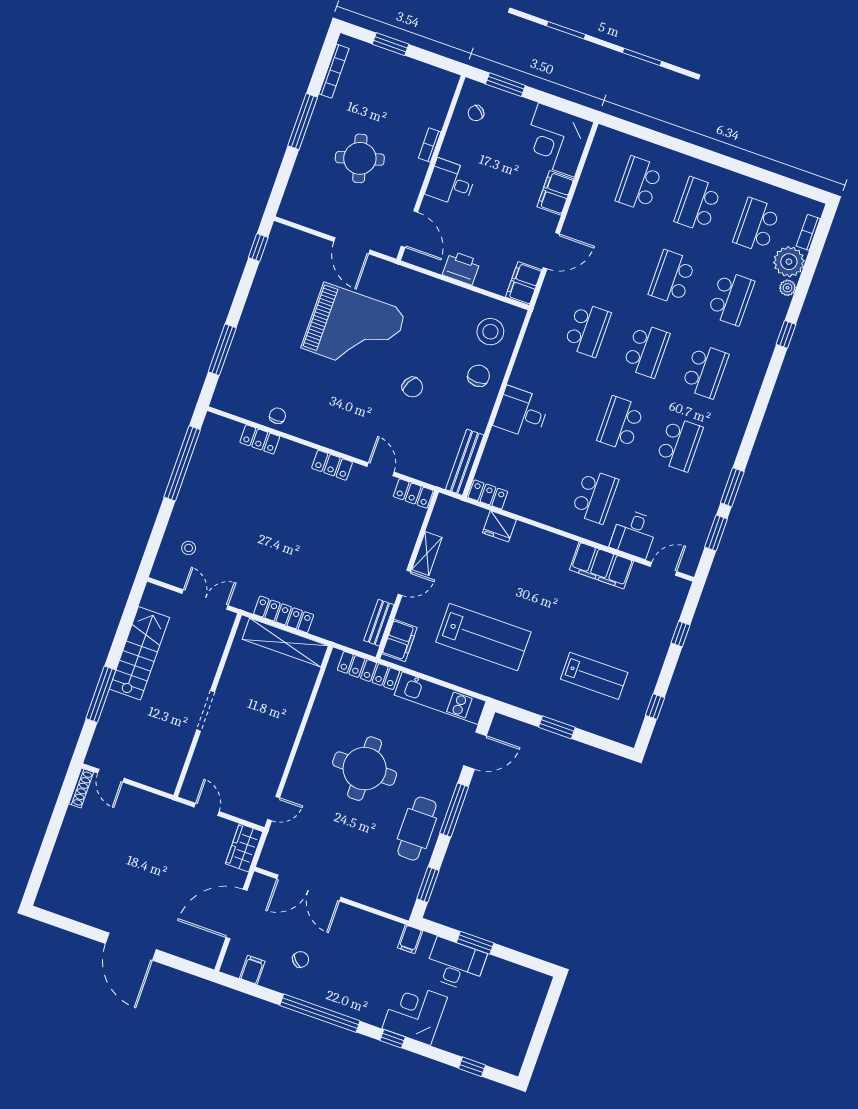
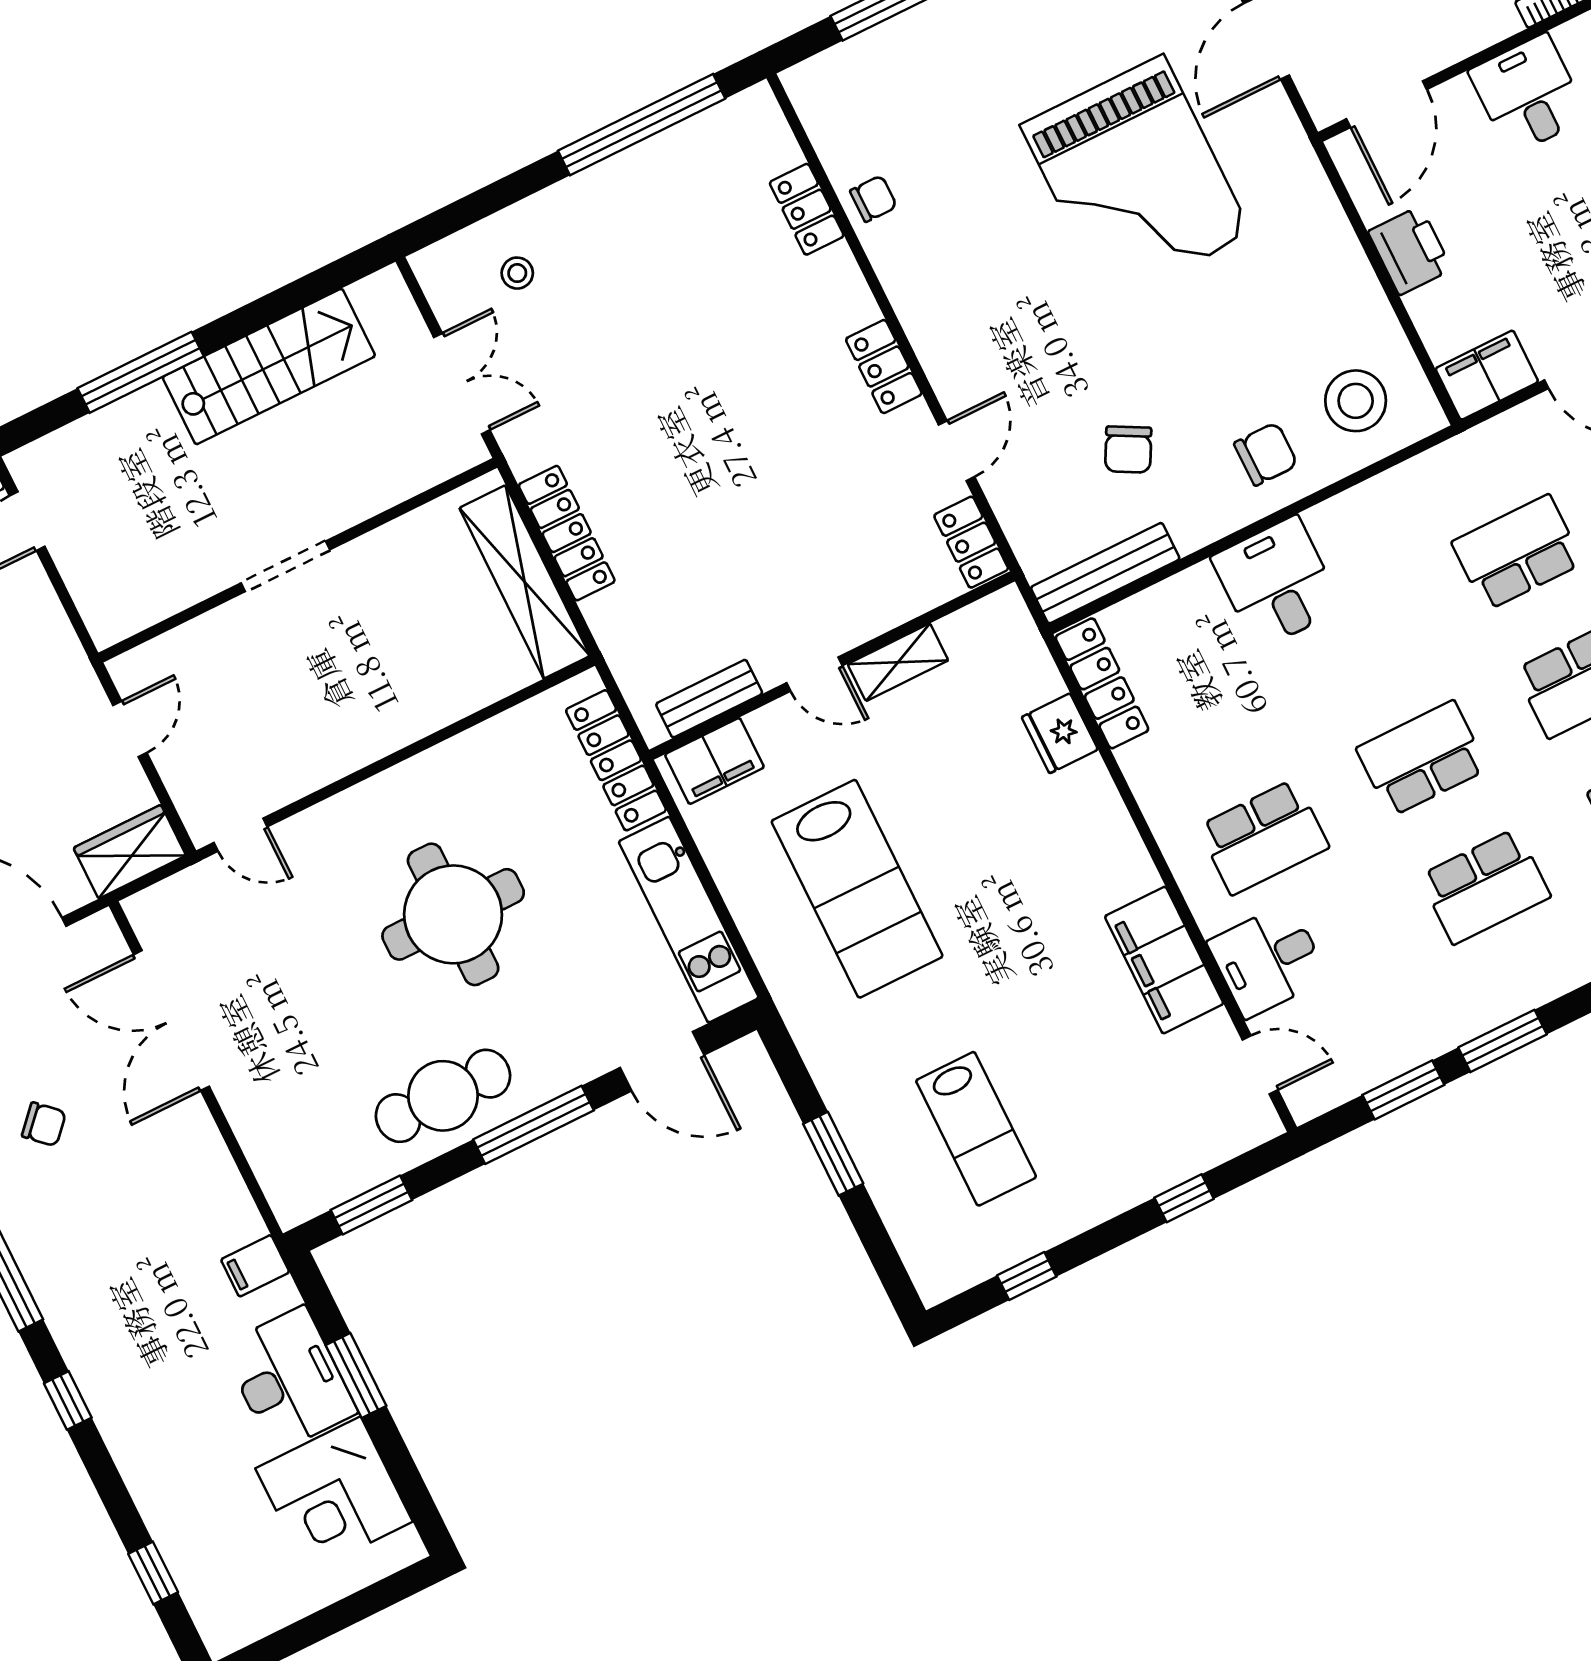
school desk: (587, 330) -> (1517, 553), turned 180
chair: (412, 387) -> (1128, 450), moved
locker: (488, 494) -> (1102, 683), width x1.53
corner desk: (415, 1013) -> (334, 1495), moved, turned 180

